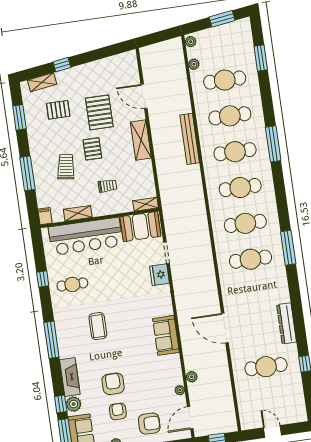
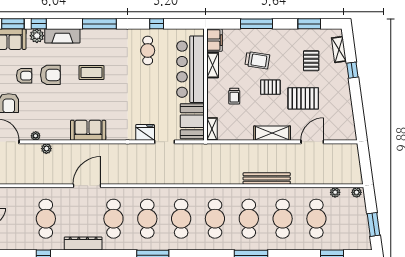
filing cabinet: (45, 216) -> (215, 40), width x2.00
cafe table: (256, 295) -> (113, 219), added
coffee table: (98, 326) -> (91, 73), moved

